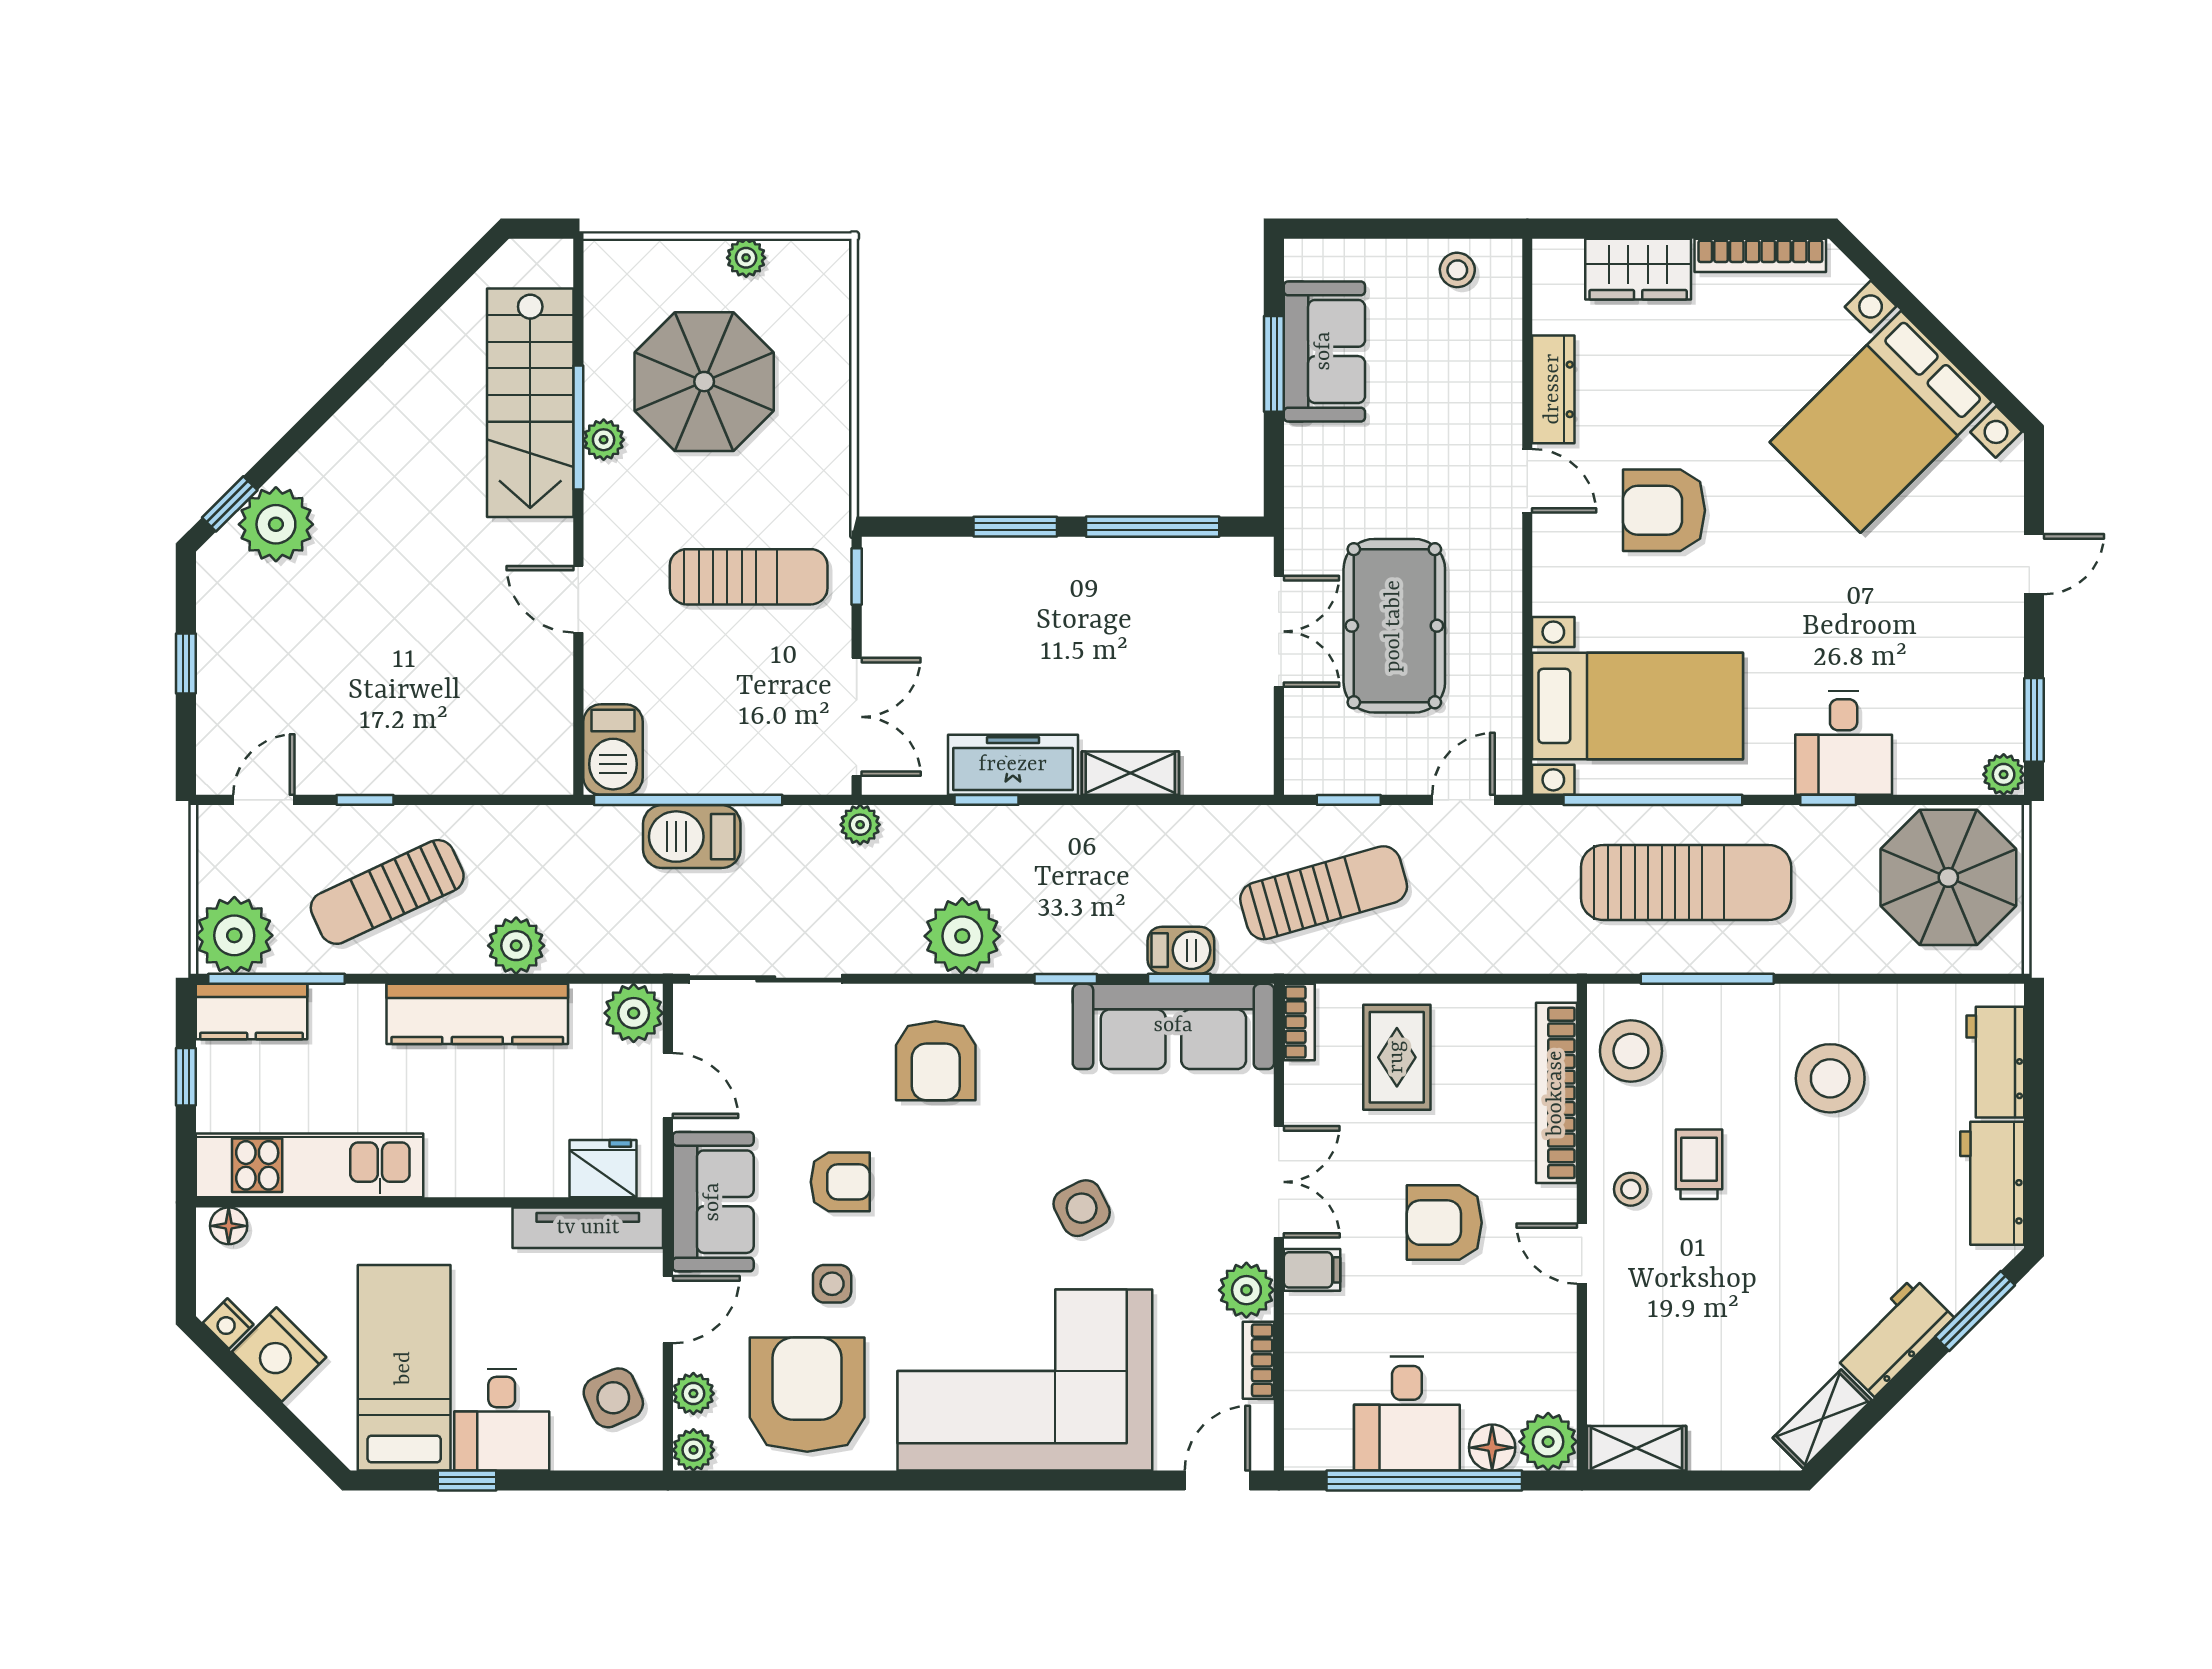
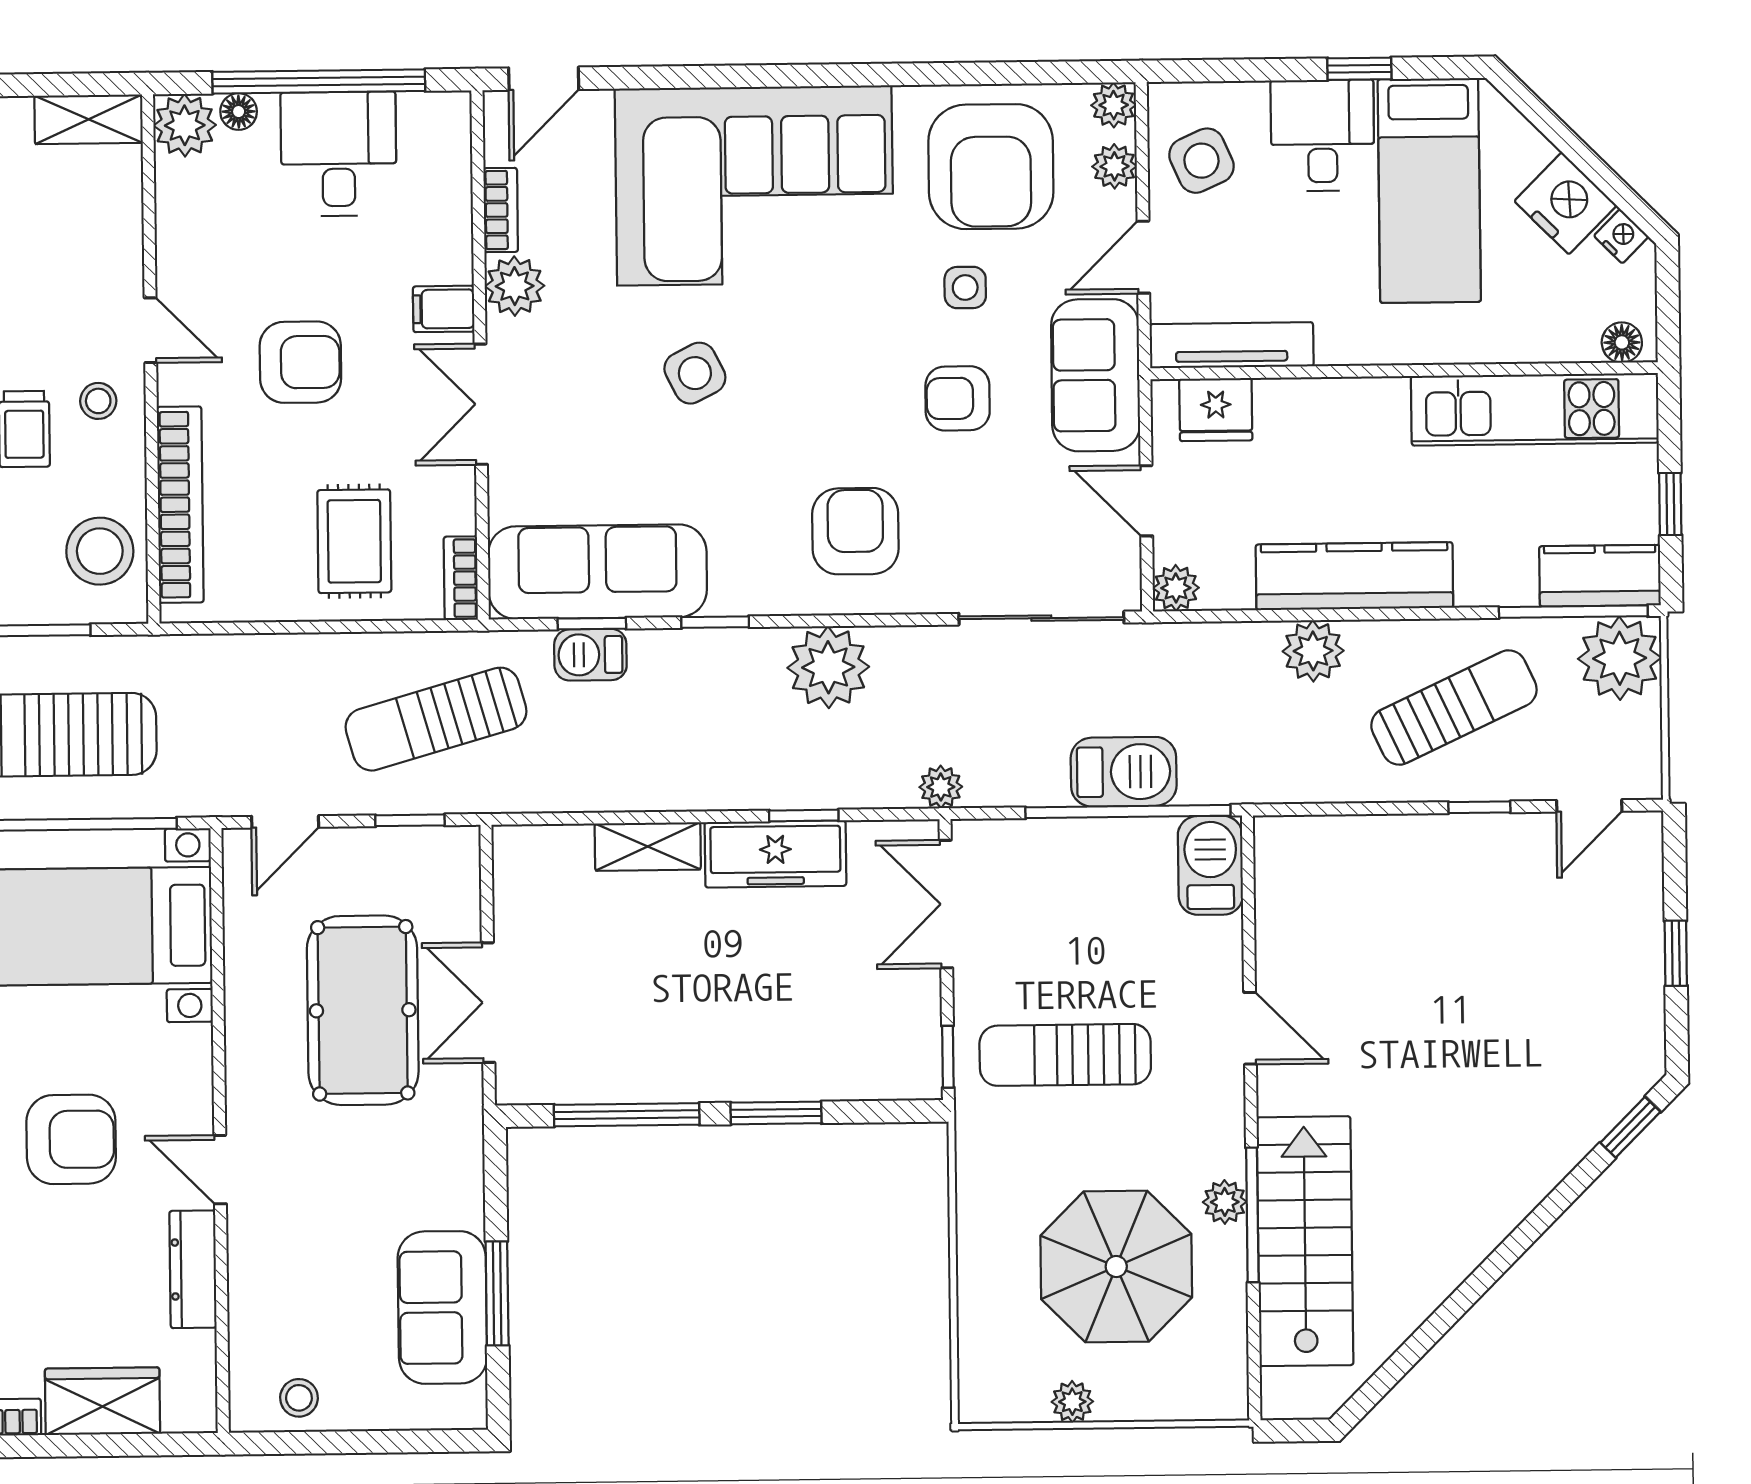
plant: (276, 524) -> (1580, 1106), removed
plant: (634, 1013) -> (1176, 588), width x0.73, depth x0.73
floor lamp: (1492, 1448) -> (239, 112), width x0.73, depth x0.73

